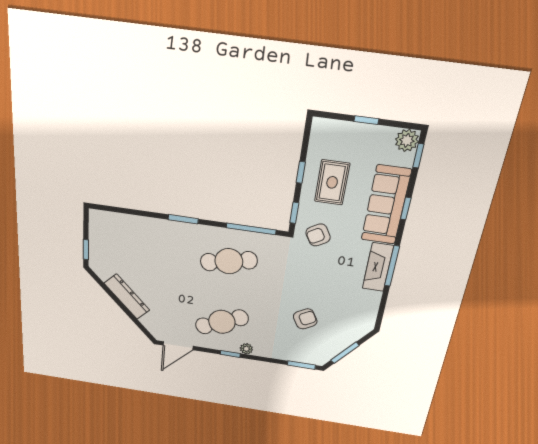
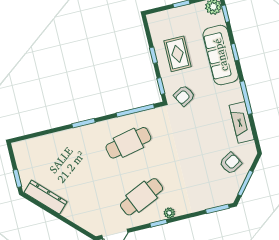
fireplace: (378, 267) -> (242, 122), moved
dresser: (127, 297) -> (46, 197), moved
armchair: (305, 319) -> (231, 163), moved

